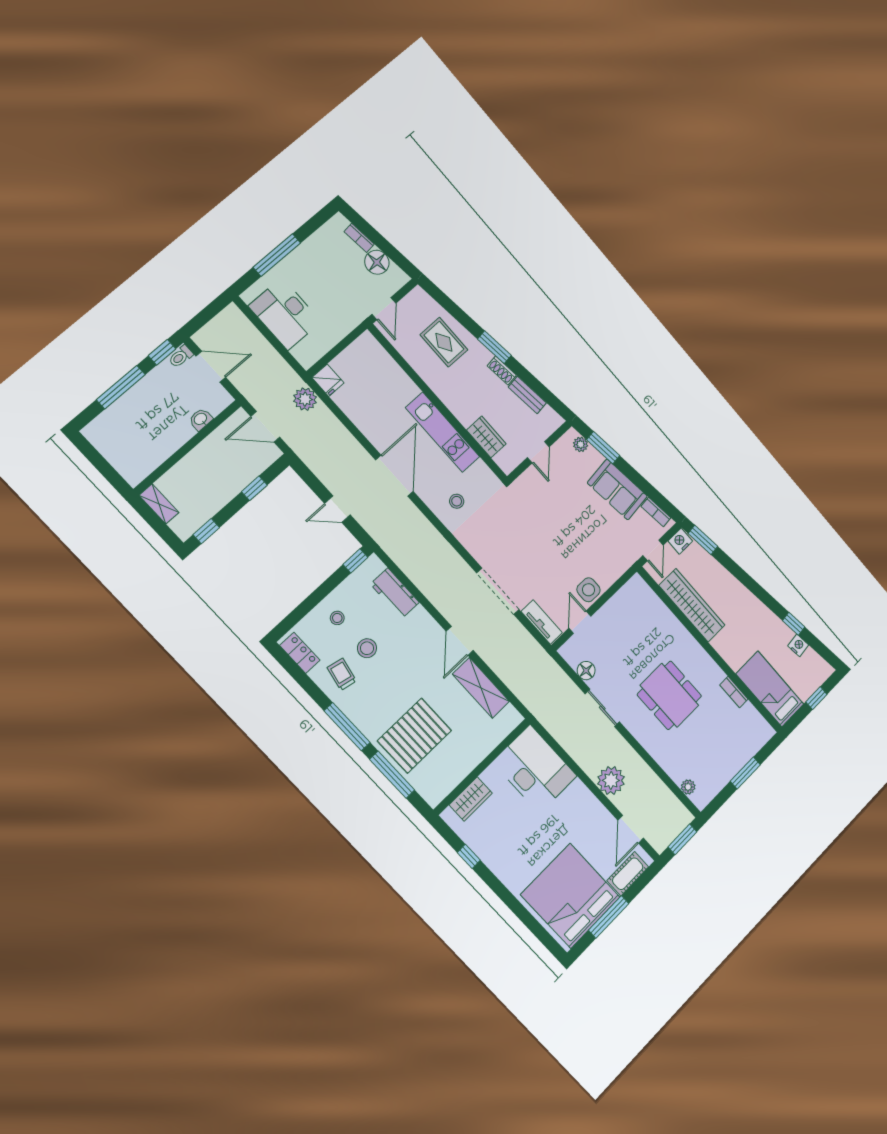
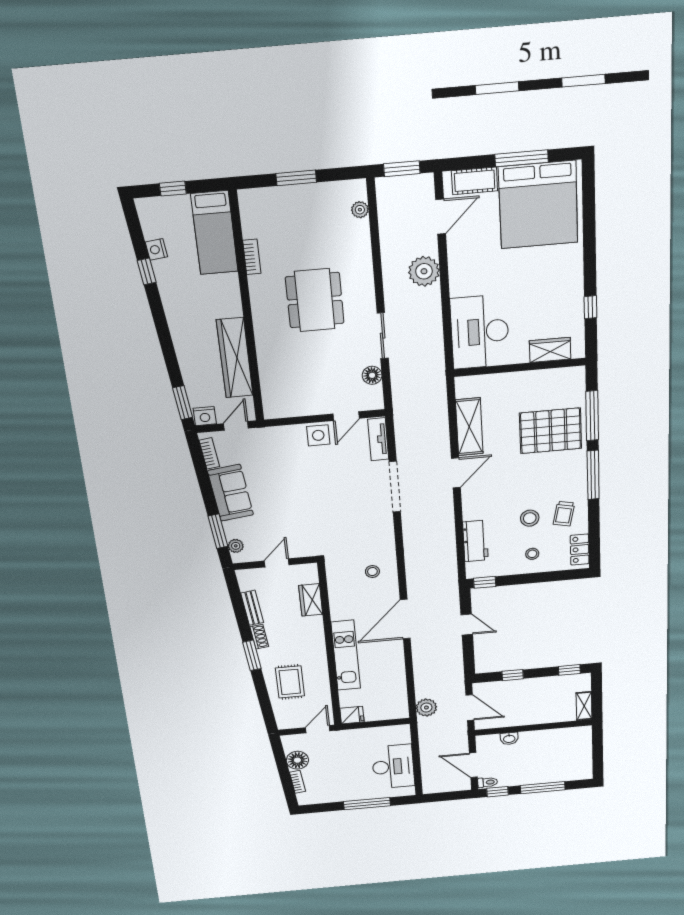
fridge: (328, 380) -> (352, 715), moved, turned 90
kitchen unit: (443, 432) -> (346, 655), moved

